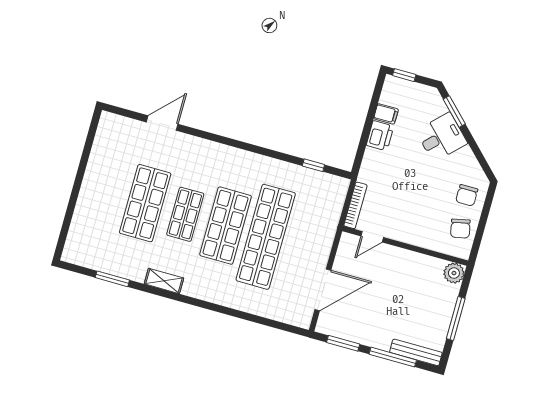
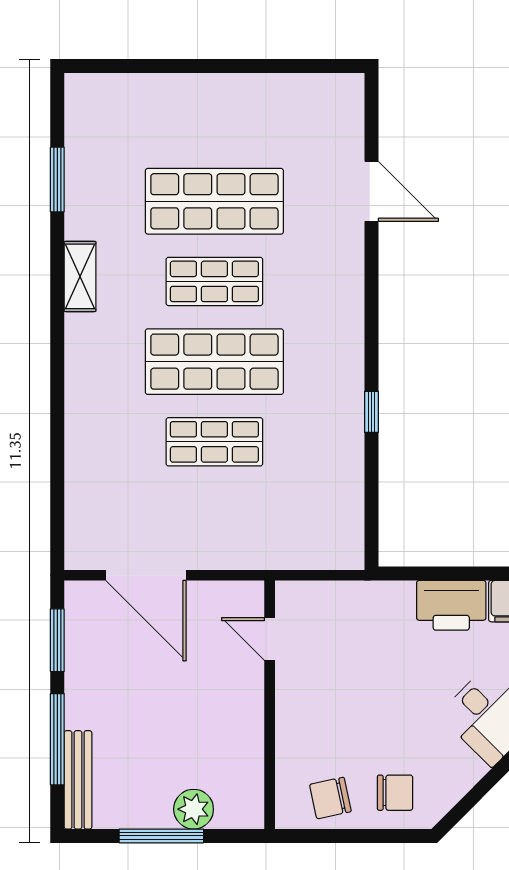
printer: (380, 136) -> (451, 605), width x1.37, depth x1.19
window: (313, 165) -> (371, 412), moved
chair: (467, 195) -> (395, 793), turned 180
bookcase: (355, 205) -> (319, 592), removed
shop shelf: (266, 237) -> (214, 442), width x0.50, depth x0.74
plant: (454, 273) -> (194, 809), moved

